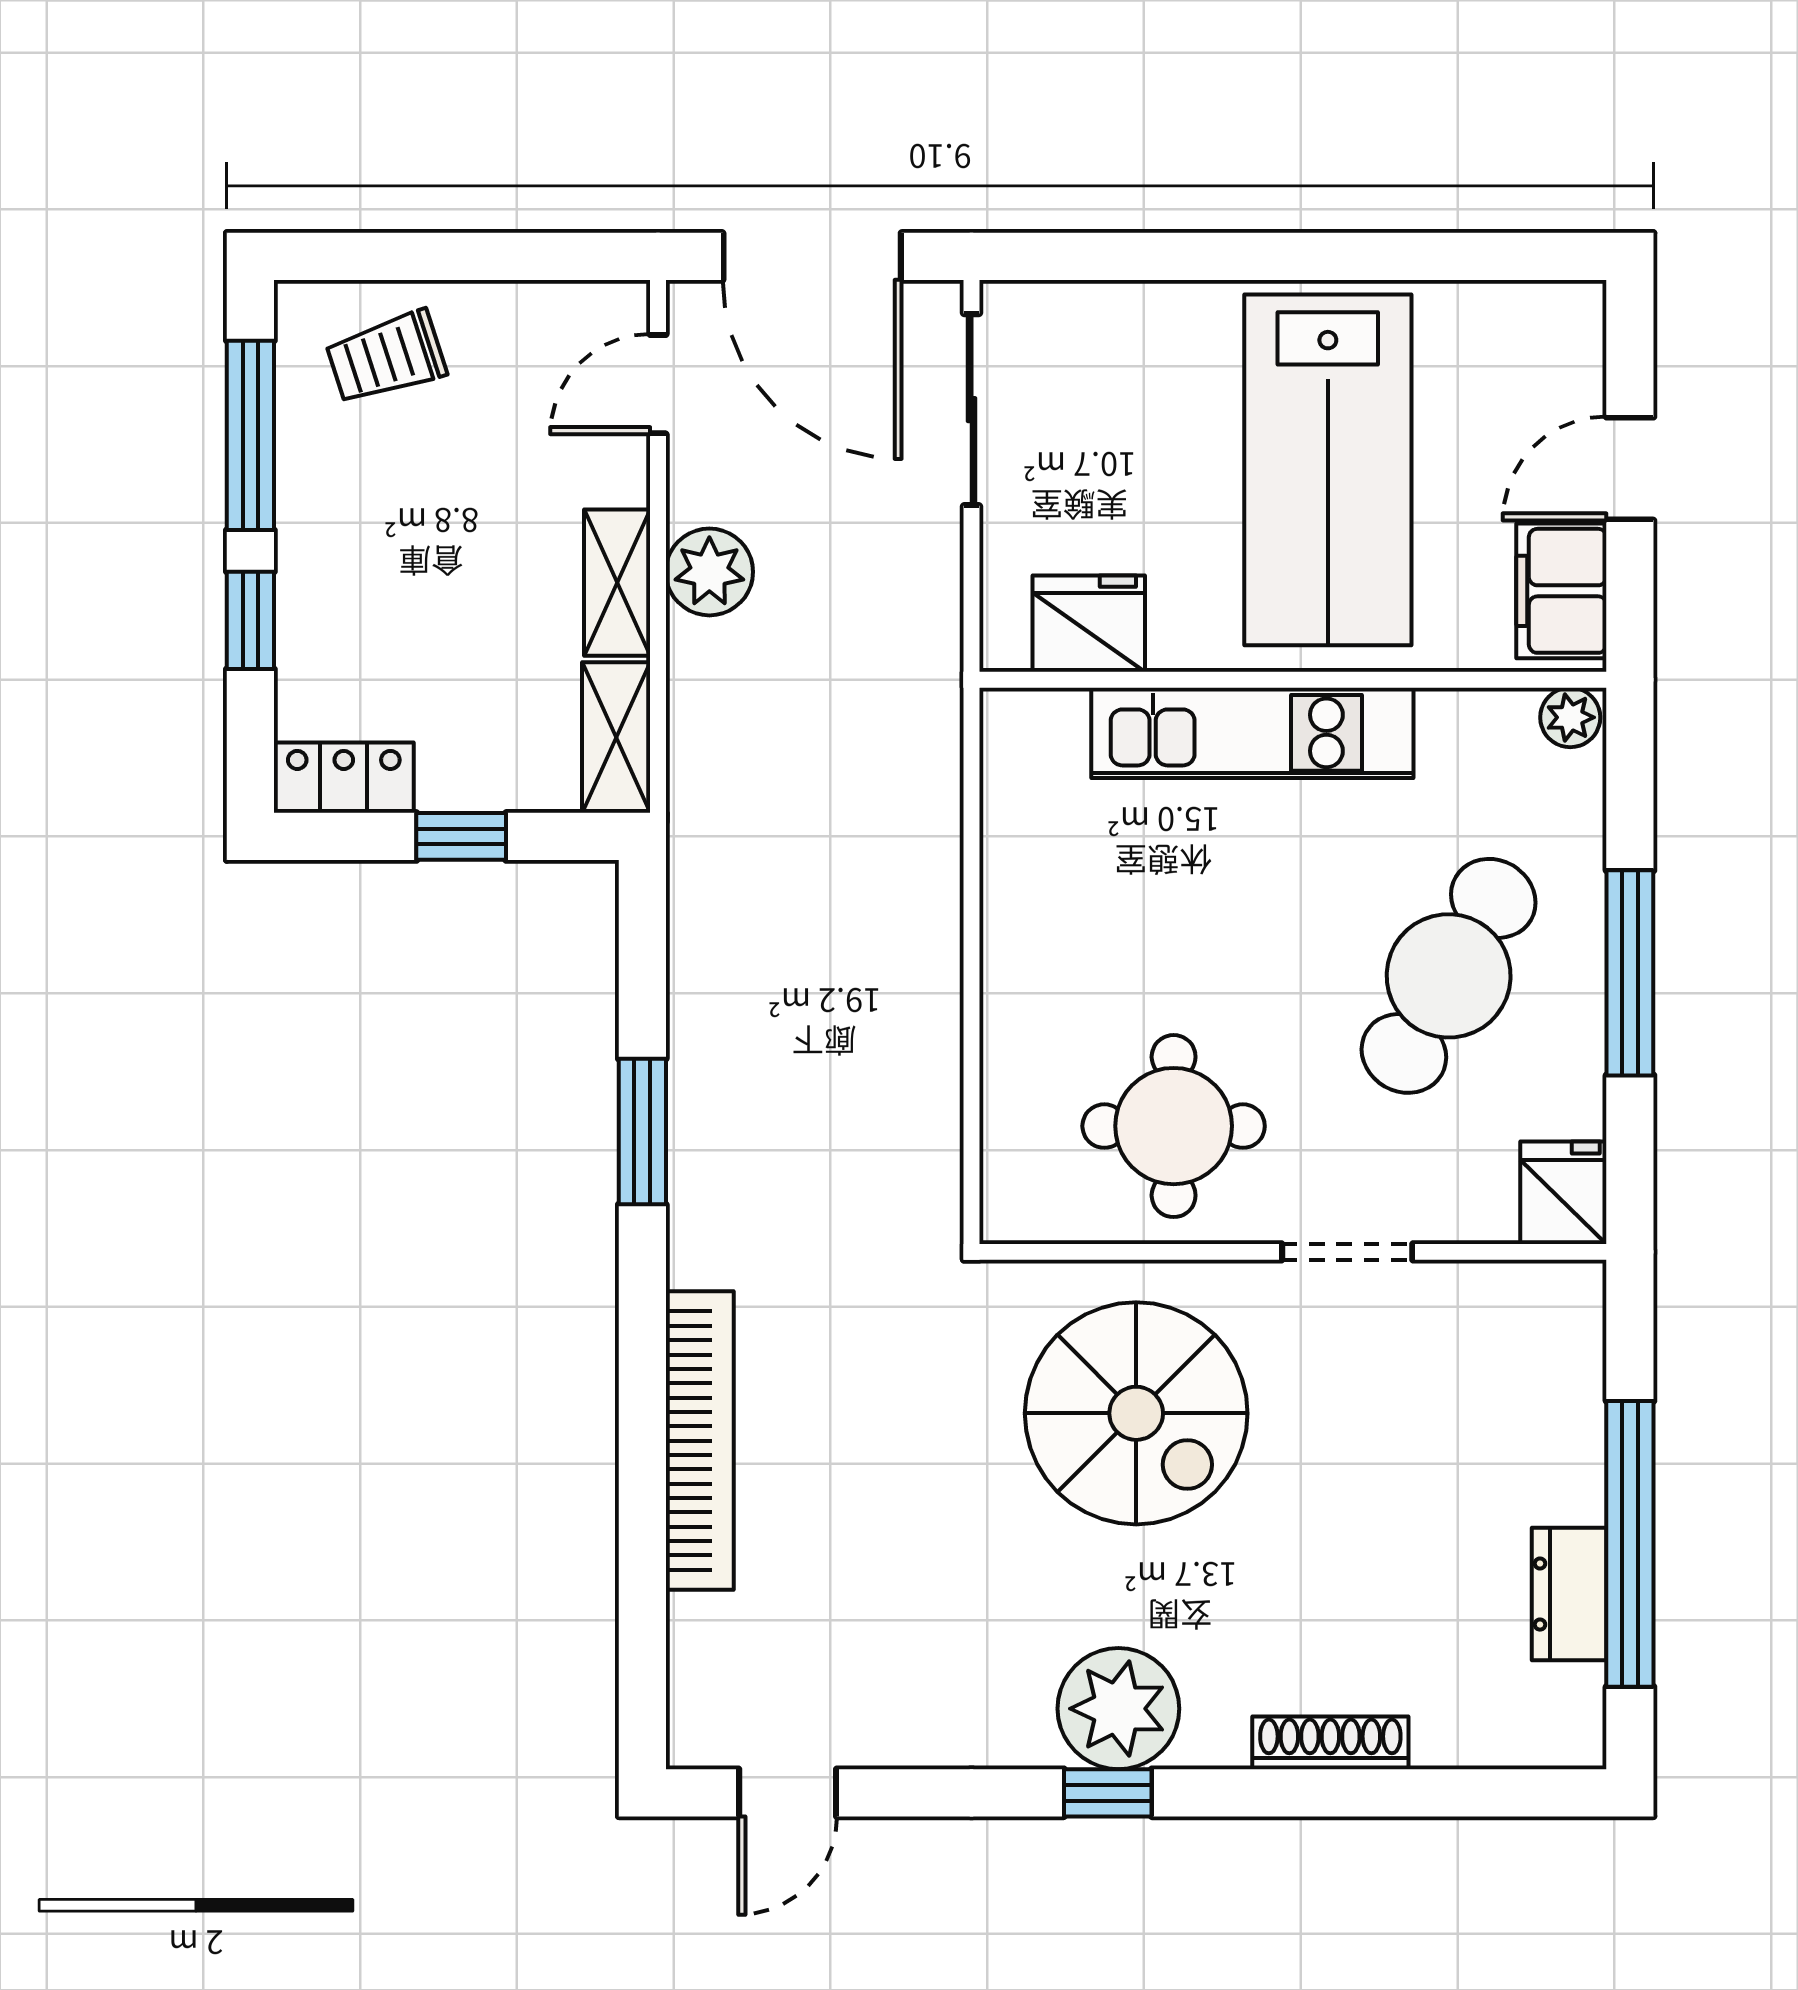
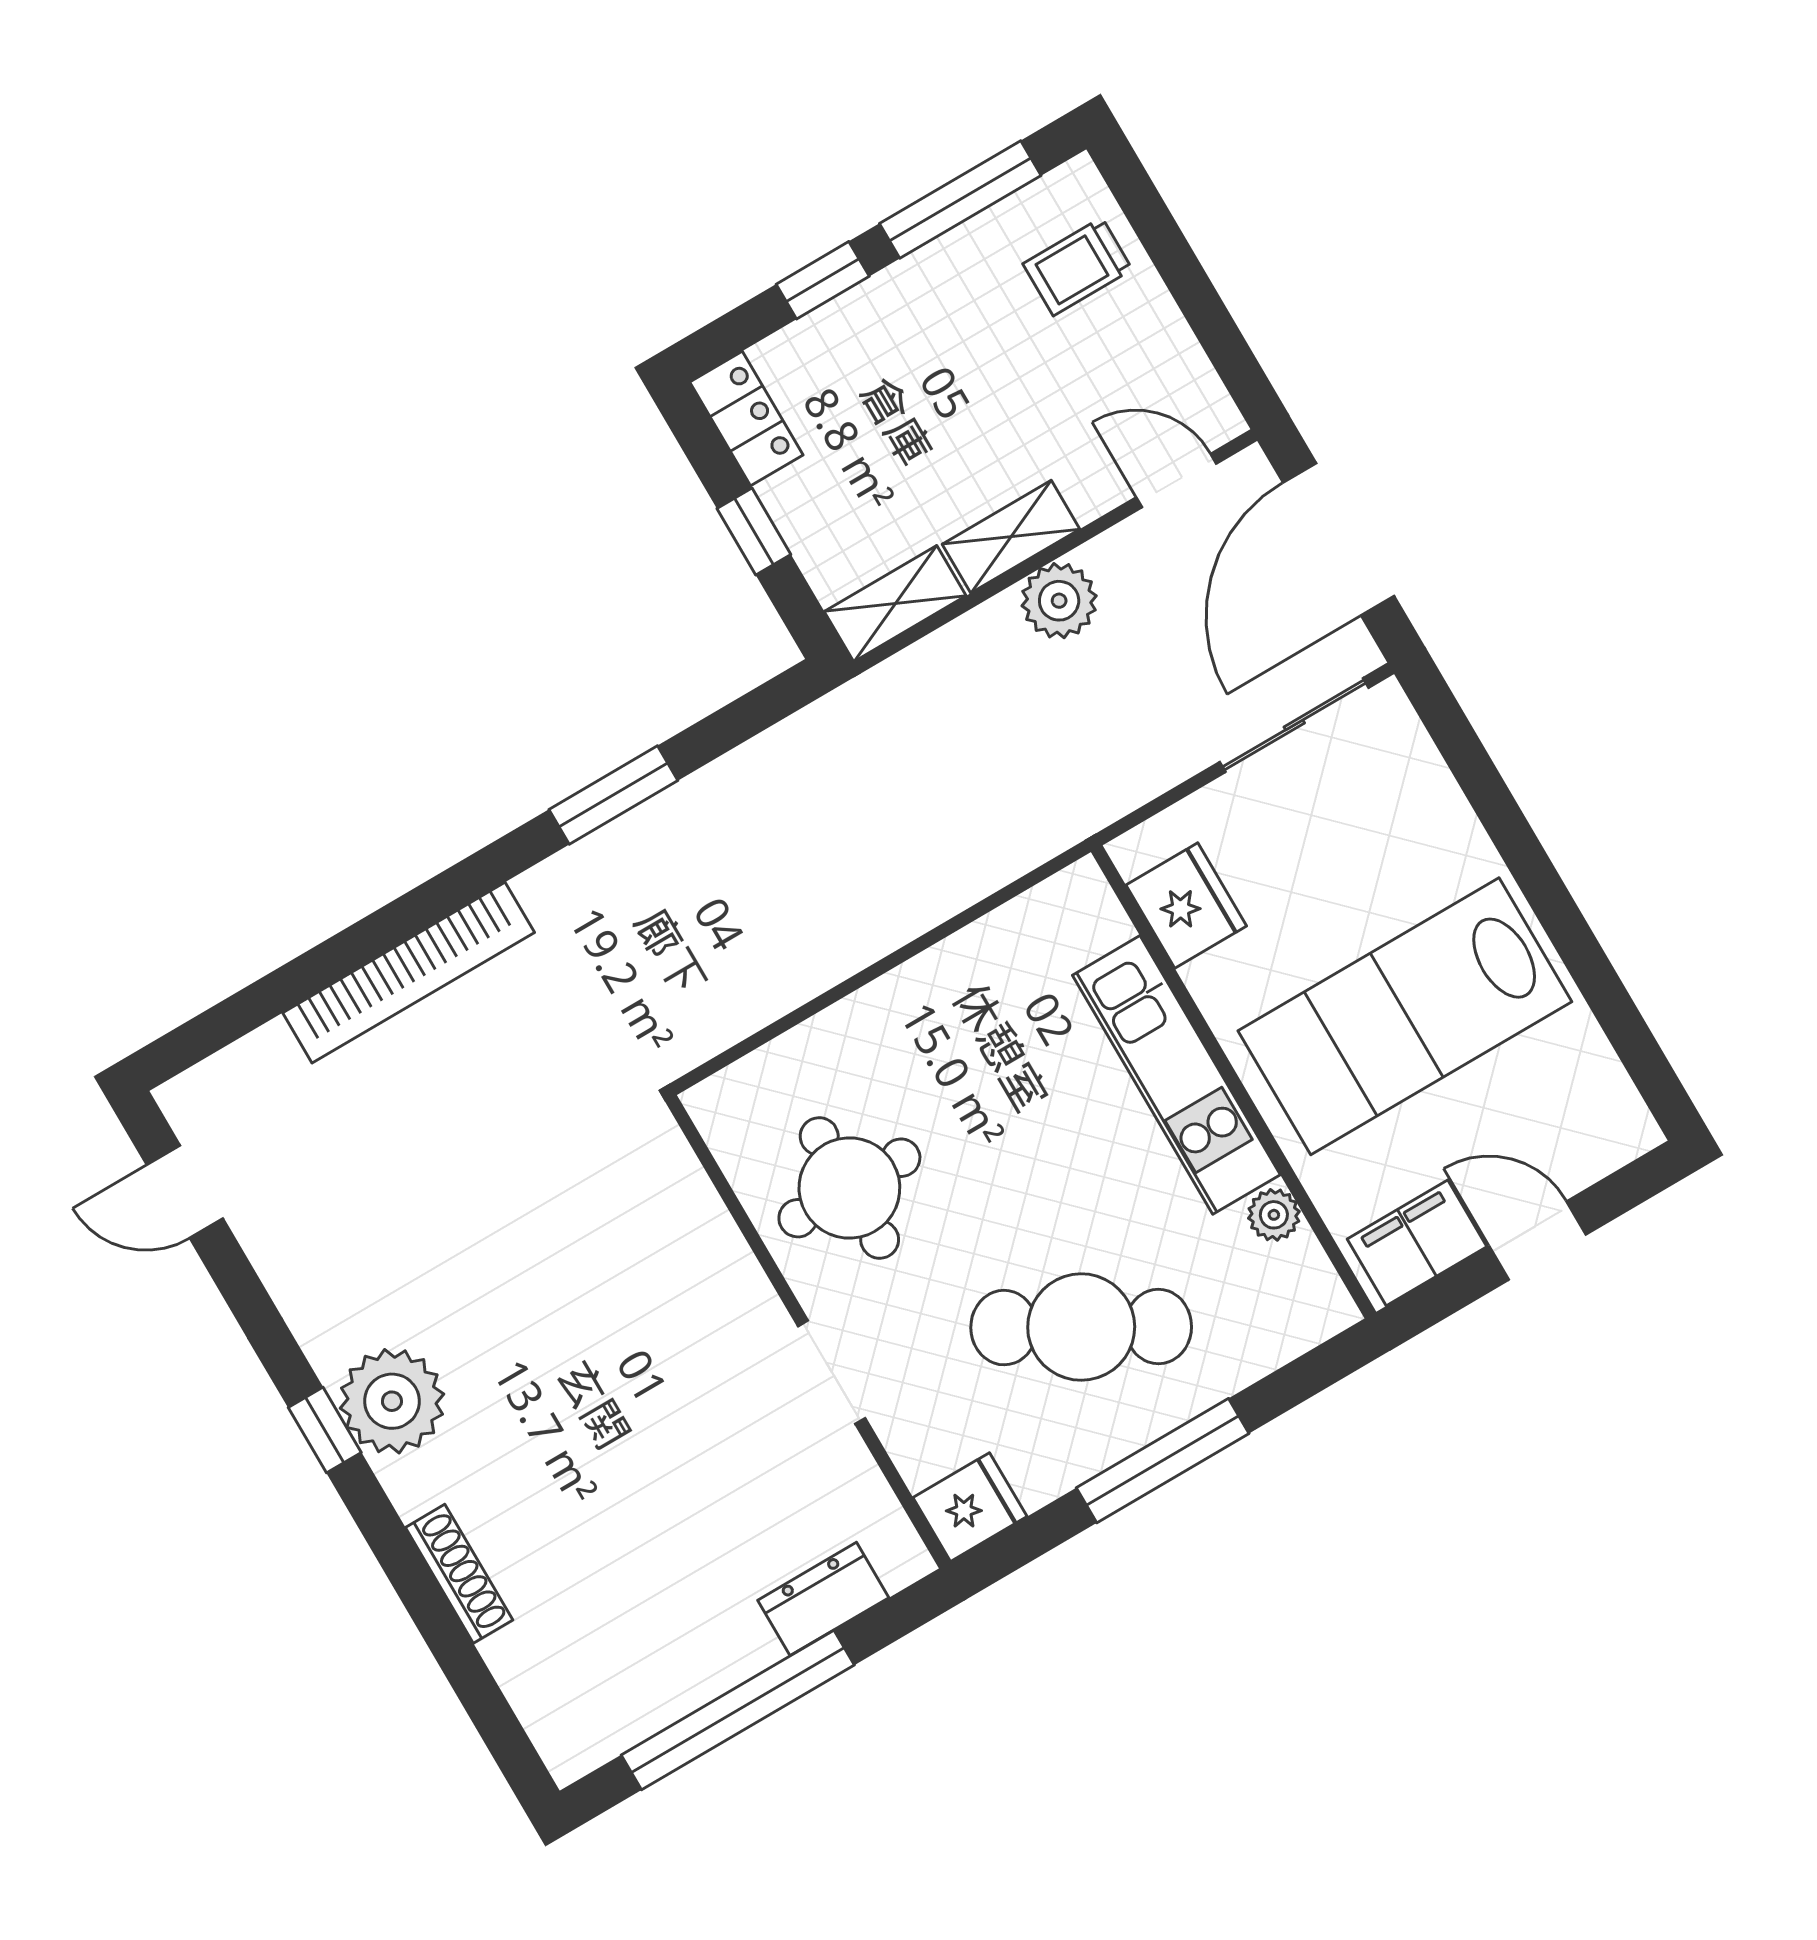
trolley: (386, 358) -> (1078, 267), turned -72
plant: (1570, 717) -> (1274, 1215), moved
spiral stairs: (1136, 1413) -> (619, 1286), removed
dresser: (1569, 1594) -> (823, 1599), moved

